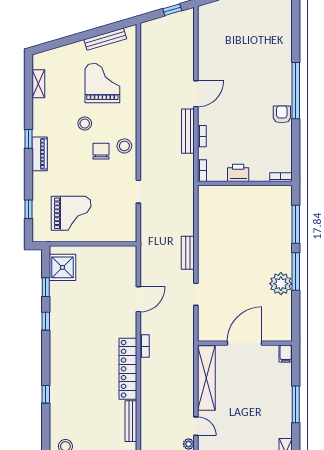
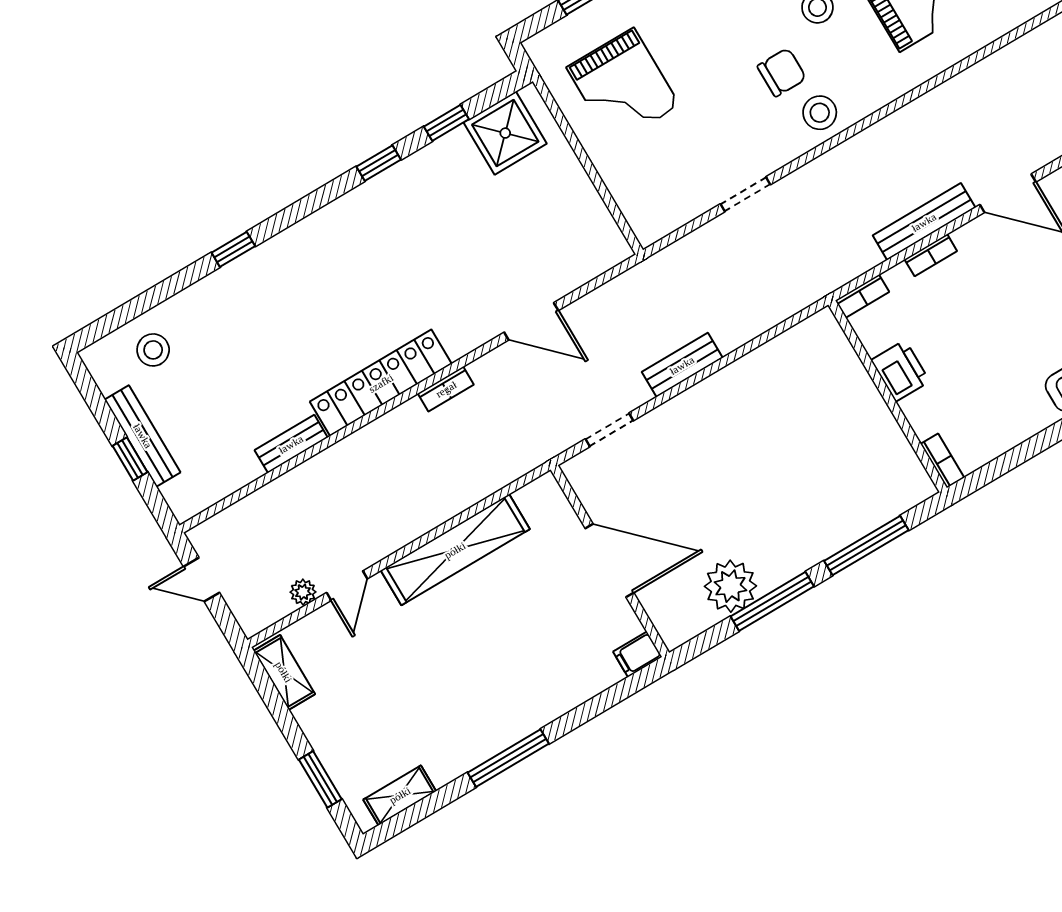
door: (245, 343) -> (610, 561), moved
wall: (245, 343) -> (610, 561), moved
filing cabinet: (286, 353) -> (638, 654), moved
bench: (131, 421) -> (291, 444), width x0.73

